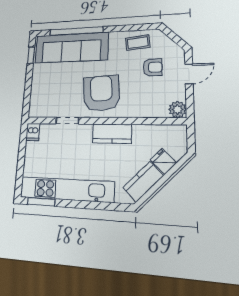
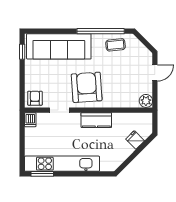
window: (76, 31) -> (101, 31), moved
armchair: (153, 67) -> (35, 98), moved, turned -90
kitchen counter: (143, 182) -> (120, 155), removed

